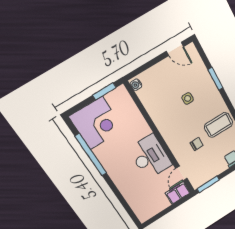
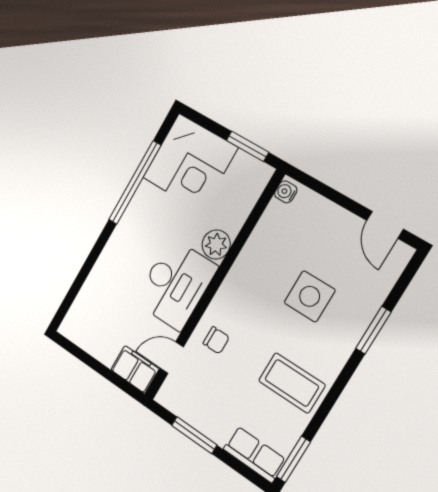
side table: (188, 98) -> (310, 296), width x1.87, depth x1.87
plant: (142, 129) -> (216, 244), added
chair: (197, 144) -> (216, 340), moved
window: (208, 184) -> (194, 435), moved

